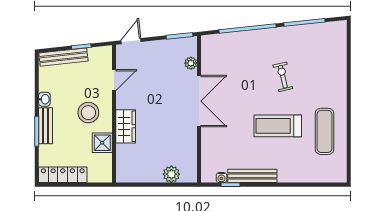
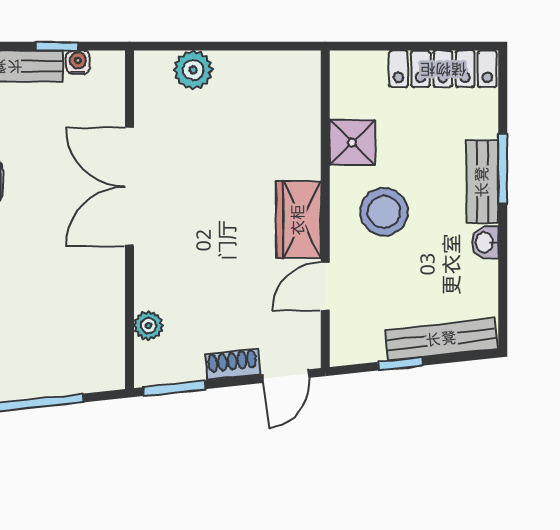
shoe rack: (154, 46) -> (233, 365), added
double door: (199, 101) -> (130, 187), moved
wardrobe: (126, 126) -> (298, 220), moved

